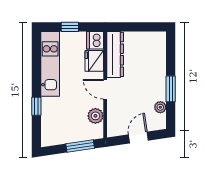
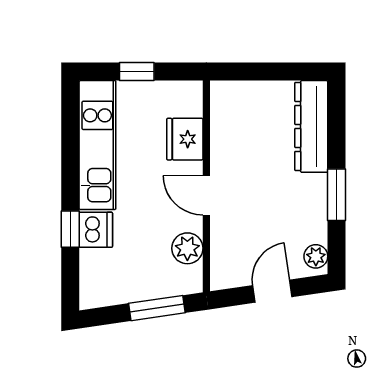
dishwasher: (95, 40) -> (96, 230), moved, turned 180
dresser: (115, 54) -> (311, 126), moved, turned 180
plant: (160, 107) -> (316, 256), moved

